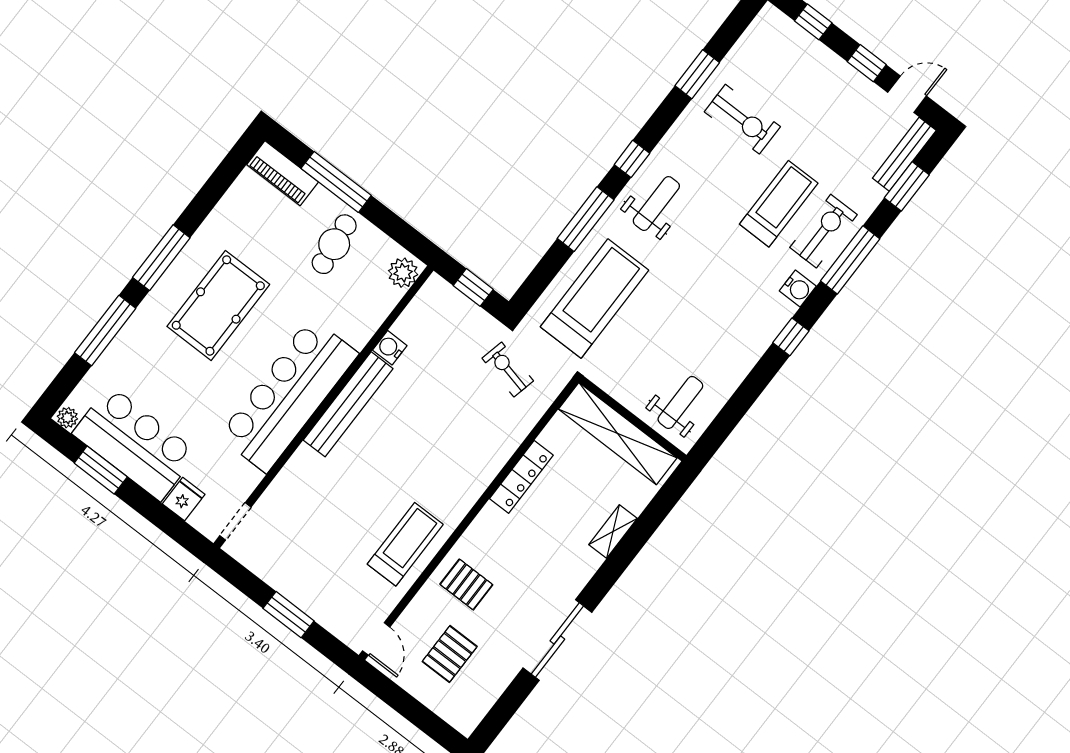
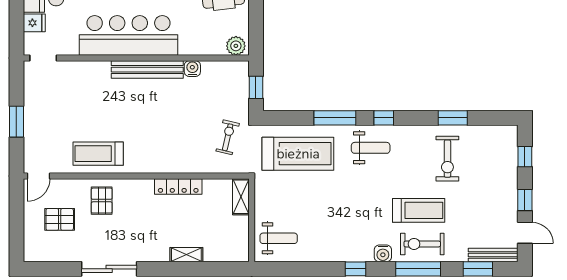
exercise bike: (823, 231) -> (422, 244), turned 180
shelving: (618, 434) -> (241, 197), width x0.45, depth x0.75
treadmill: (405, 544) -> (98, 154), turned 180

